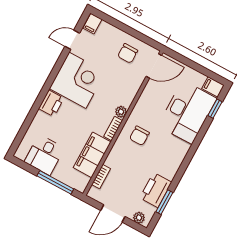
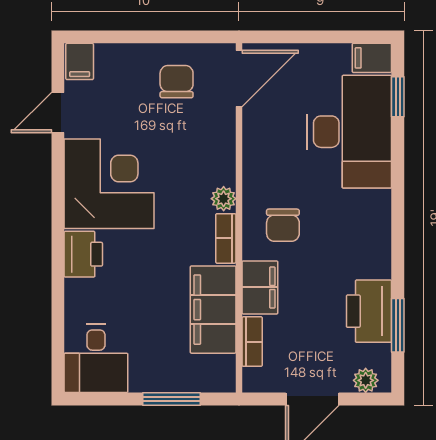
chair: (128, 53) -> (177, 82), turned 180
desk: (44, 155) -> (96, 359), moved
filing cabinet: (116, 156) -> (260, 287), added
window: (55, 182) -> (172, 399), width x0.69

